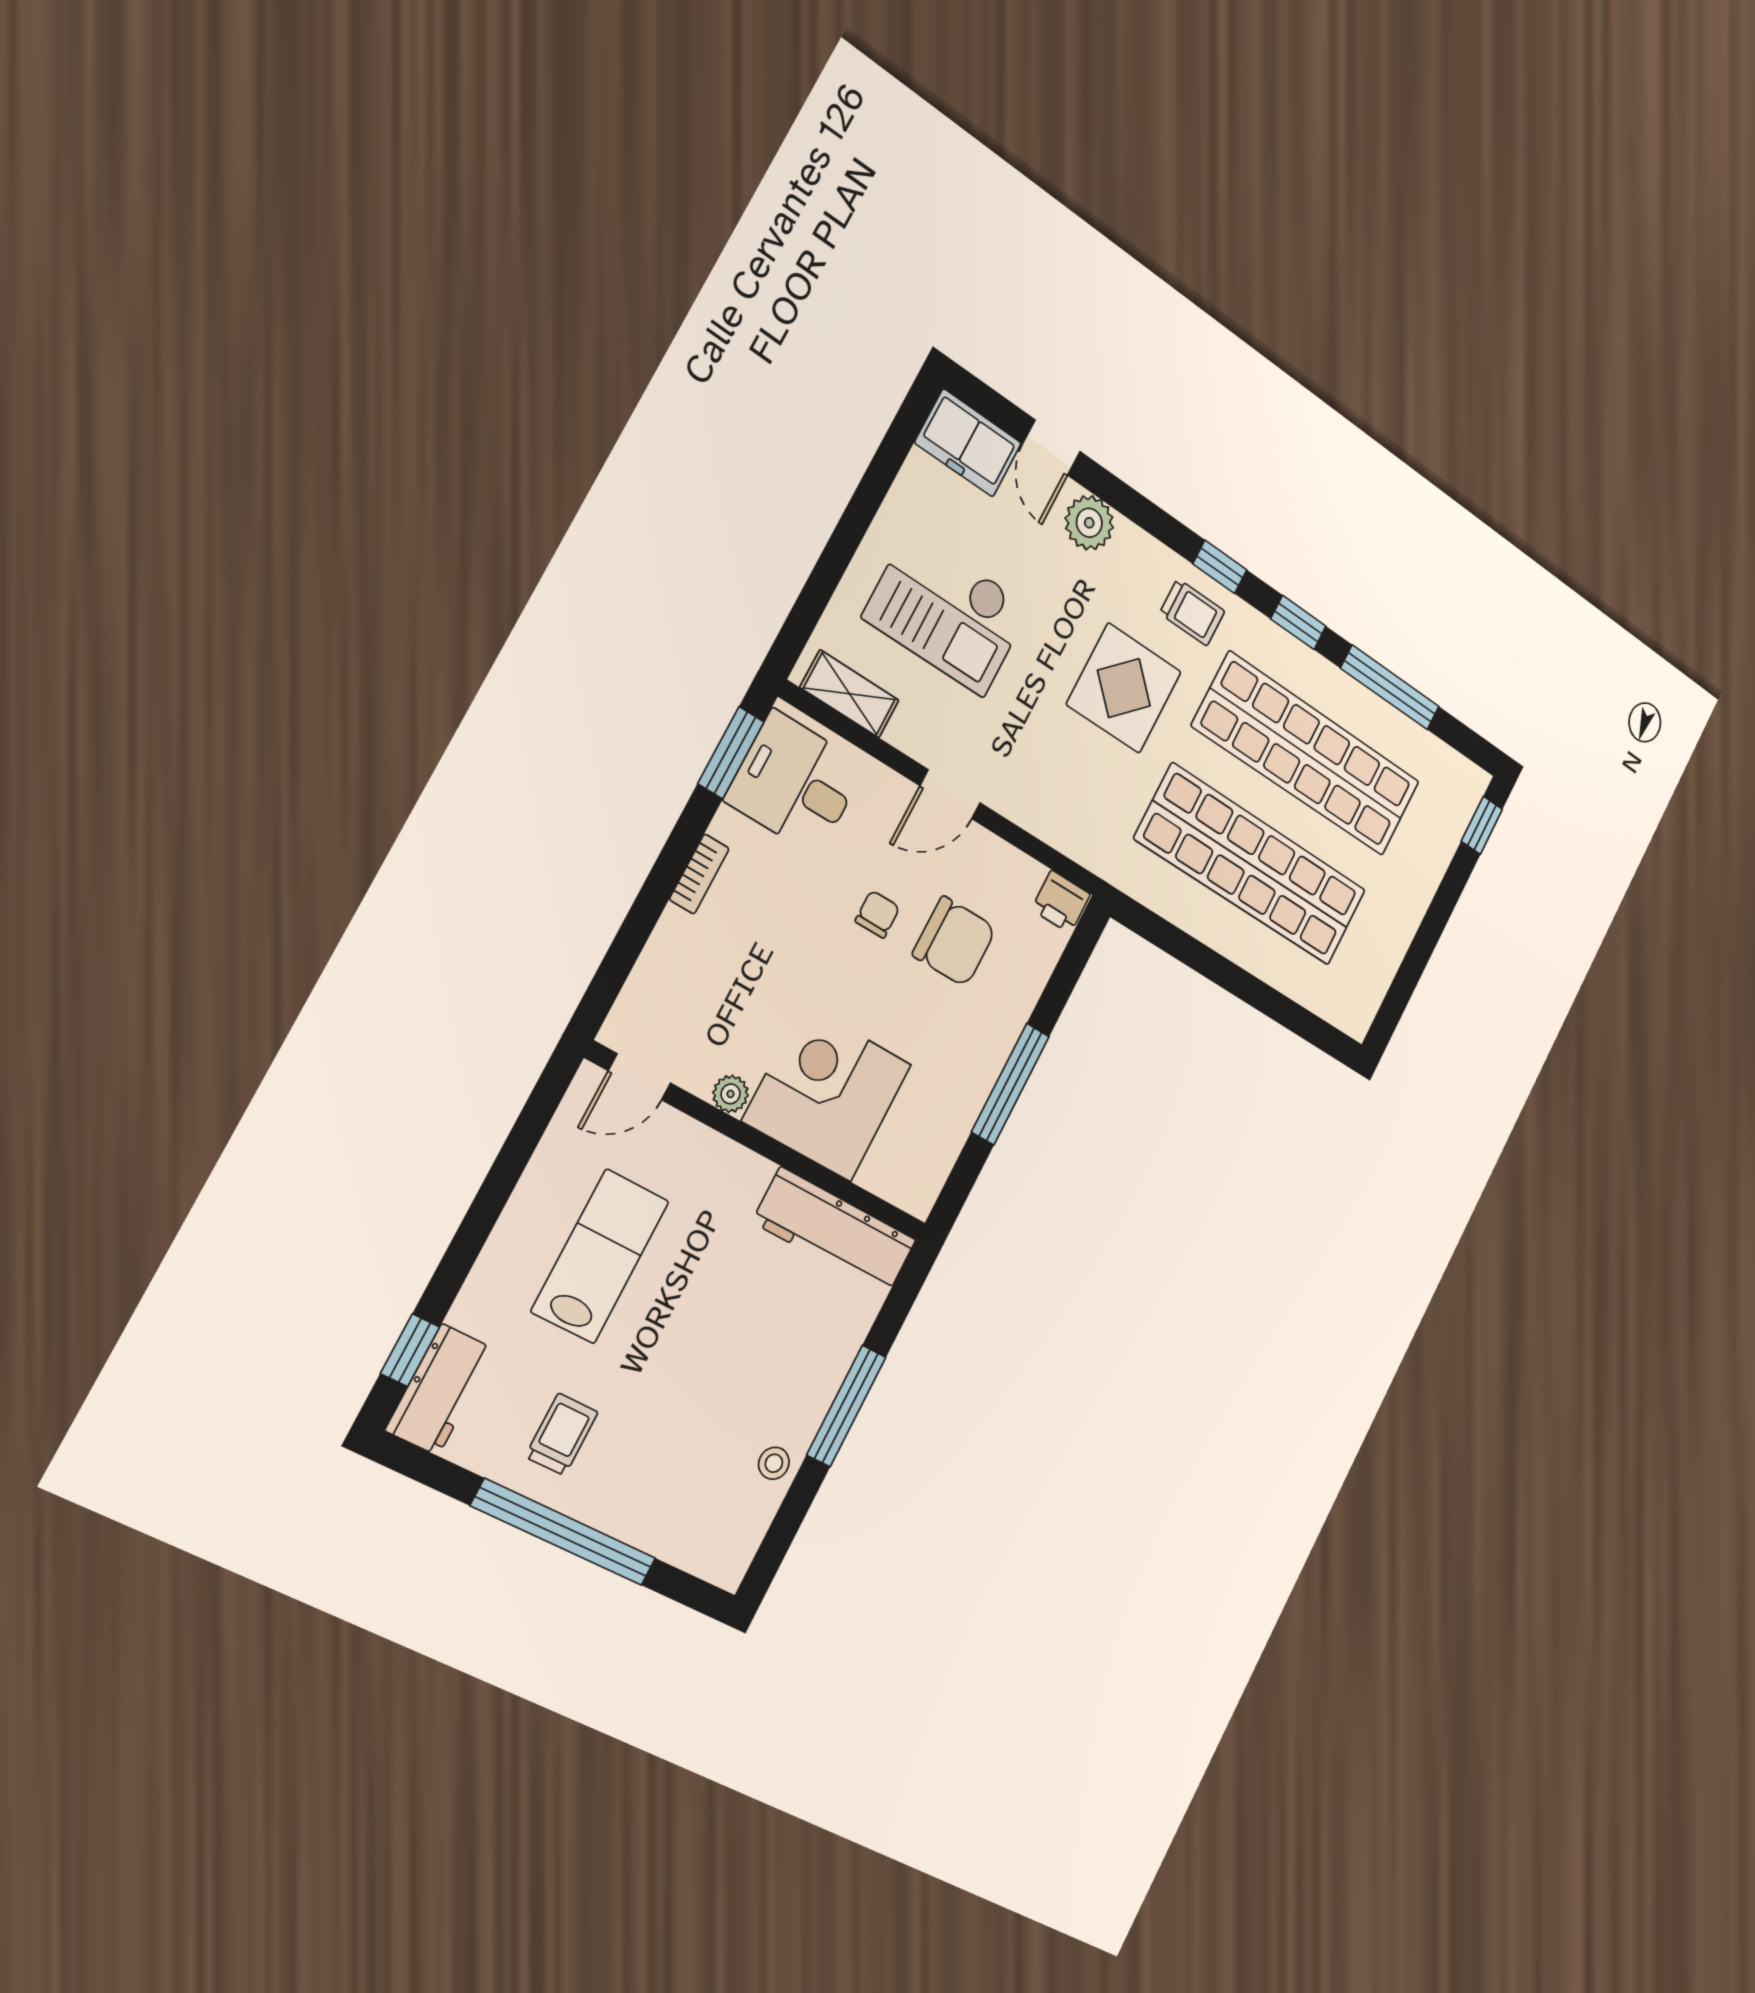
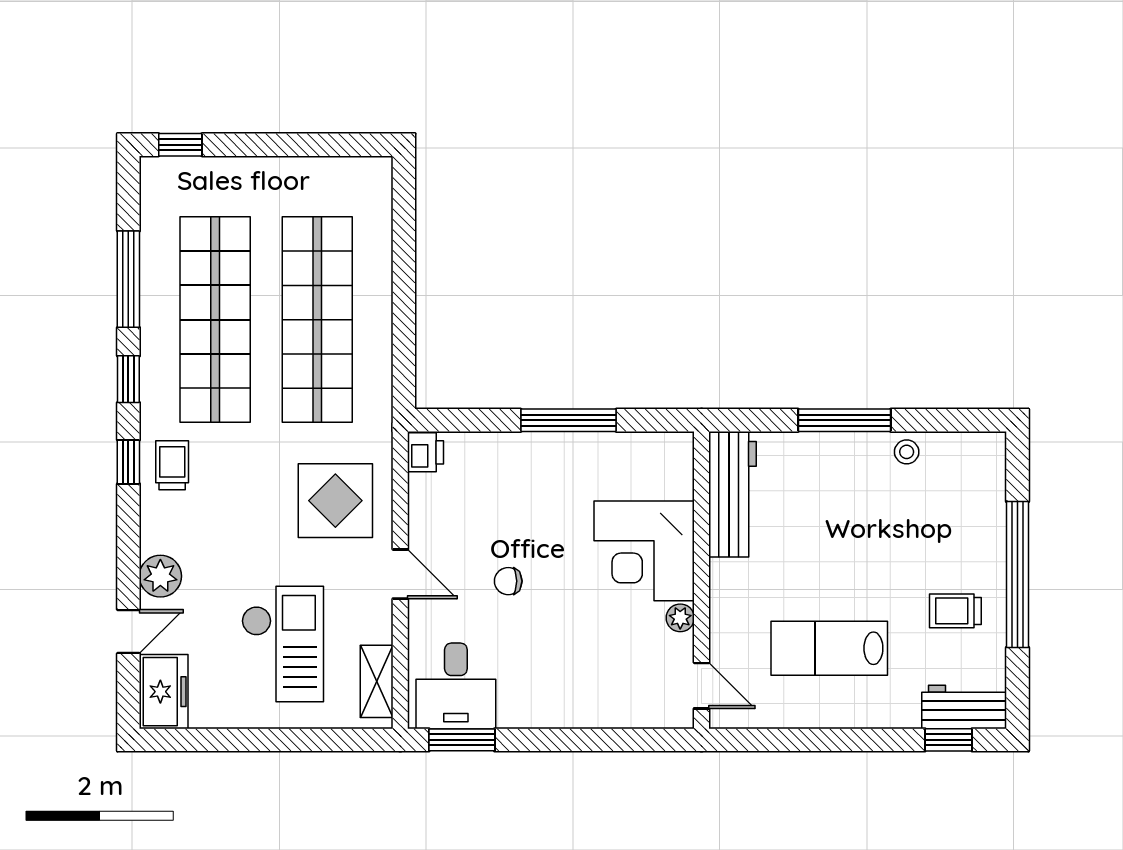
display table: (1124, 688) -> (335, 501), moved
bookcase: (699, 874) -> (551, 718), removed
chair: (954, 942) -> (496, 516), removed

